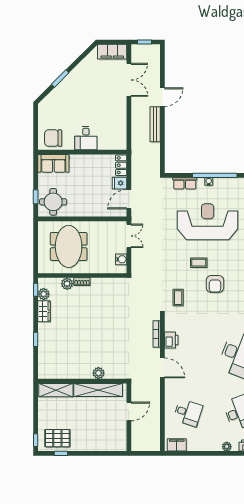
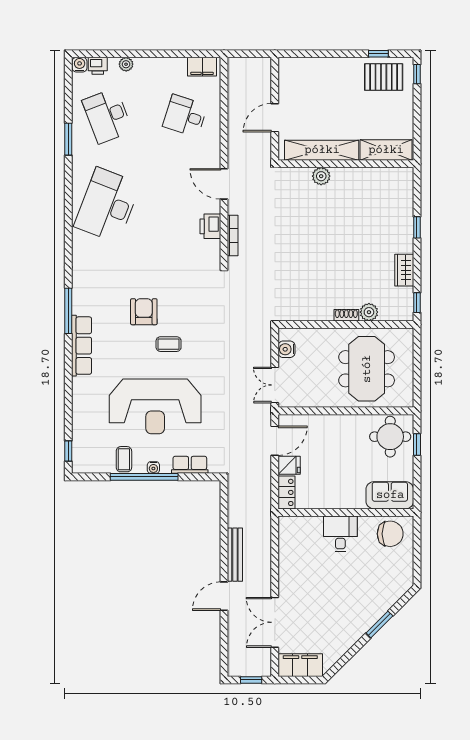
plant: (44, 294) -> (405, 296), removed
coffee table: (178, 298) -> (124, 459), moved

